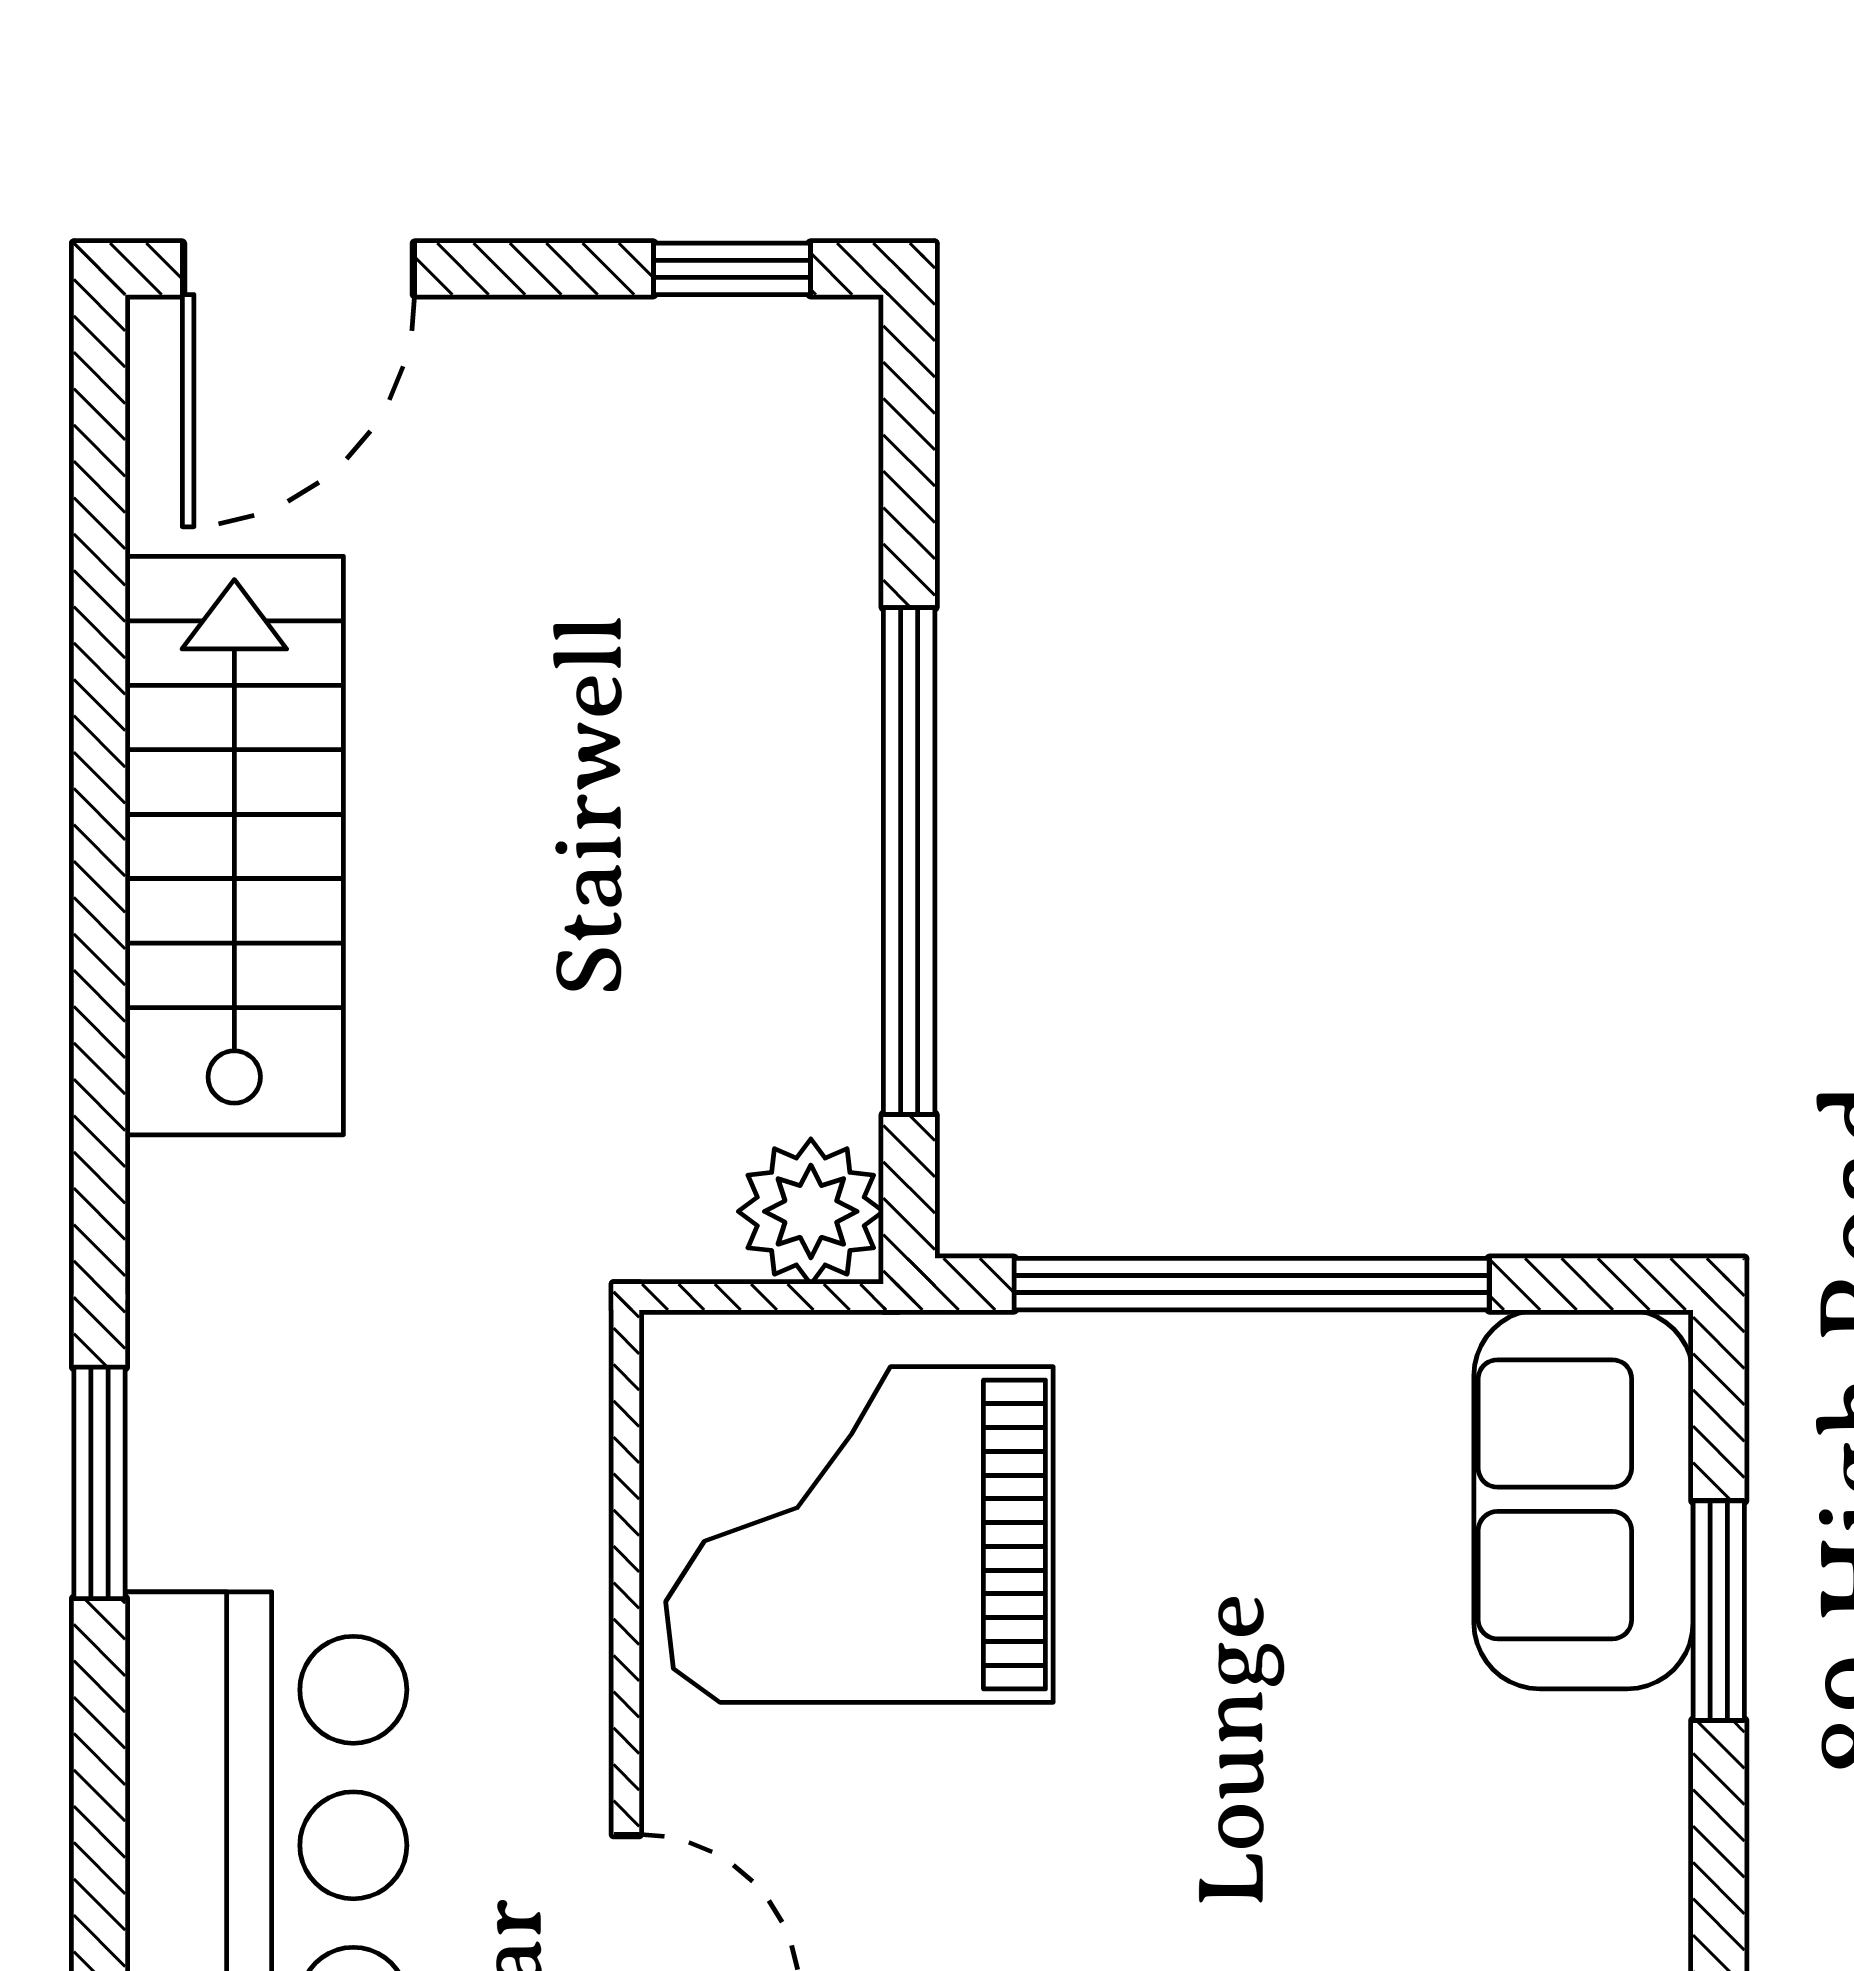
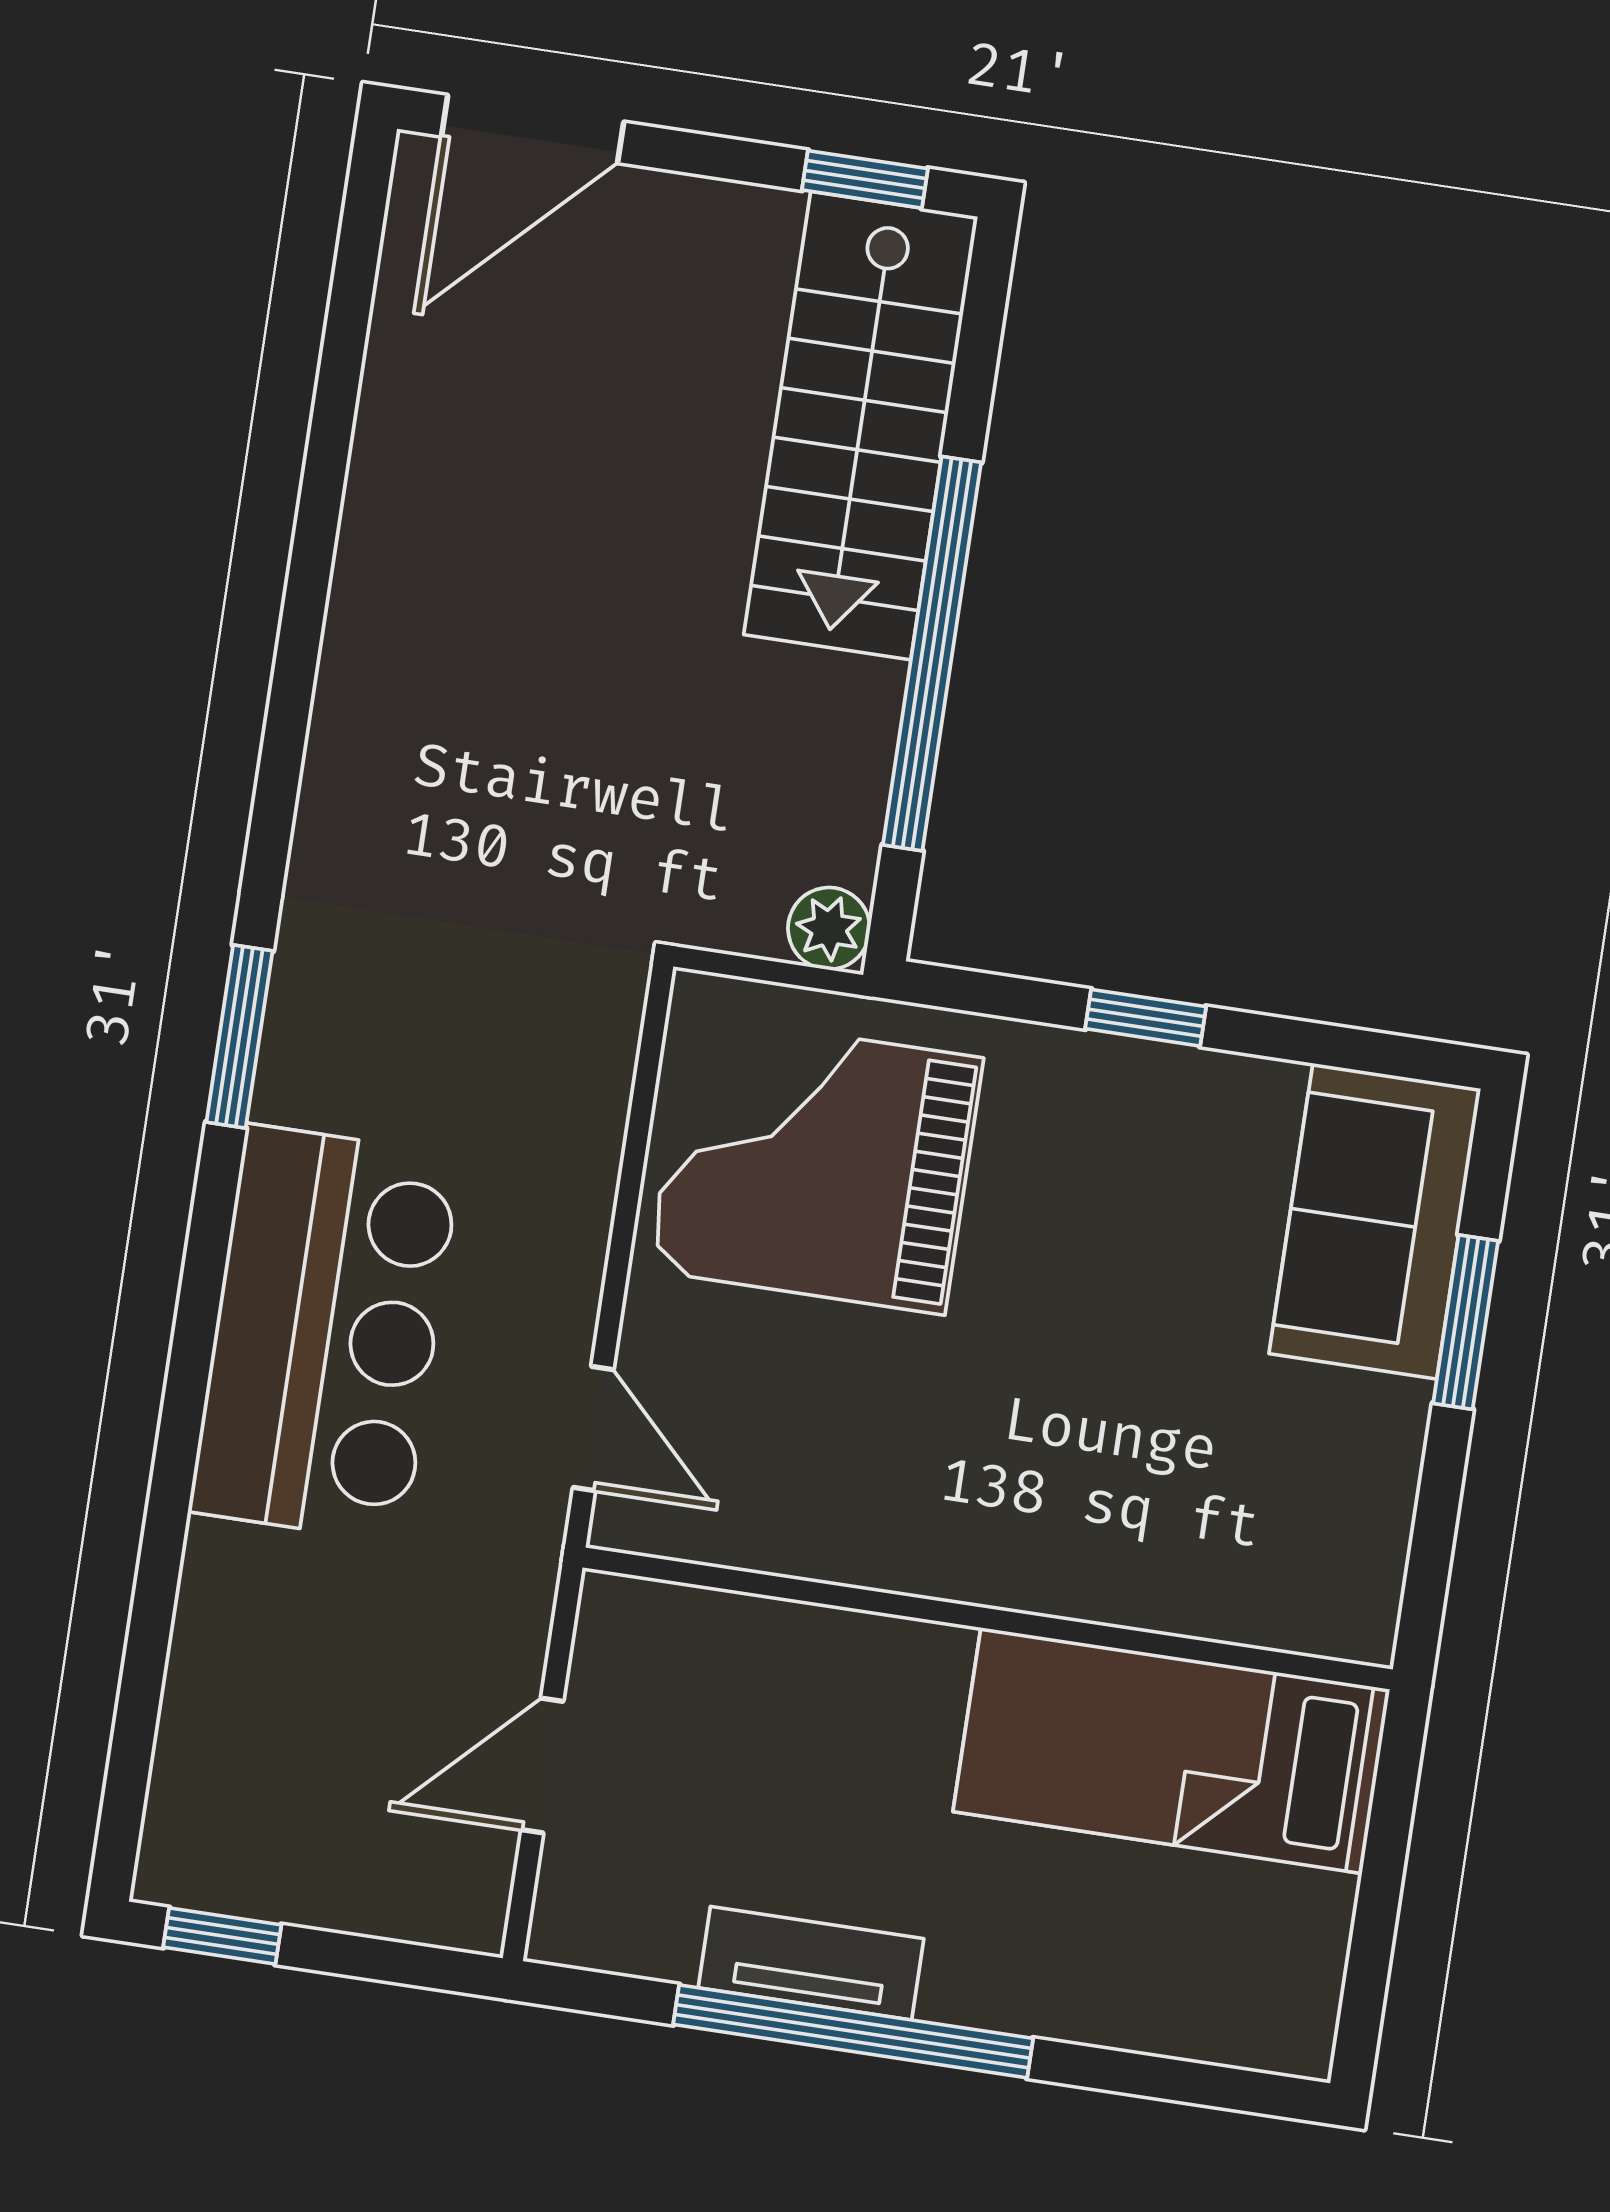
stairs: (234, 846) -> (861, 426), moved, turned 180
plant: (811, 1211) -> (829, 928), width x0.73, depth x0.73
window: (1252, 1284) -> (1146, 1018), width x0.32

